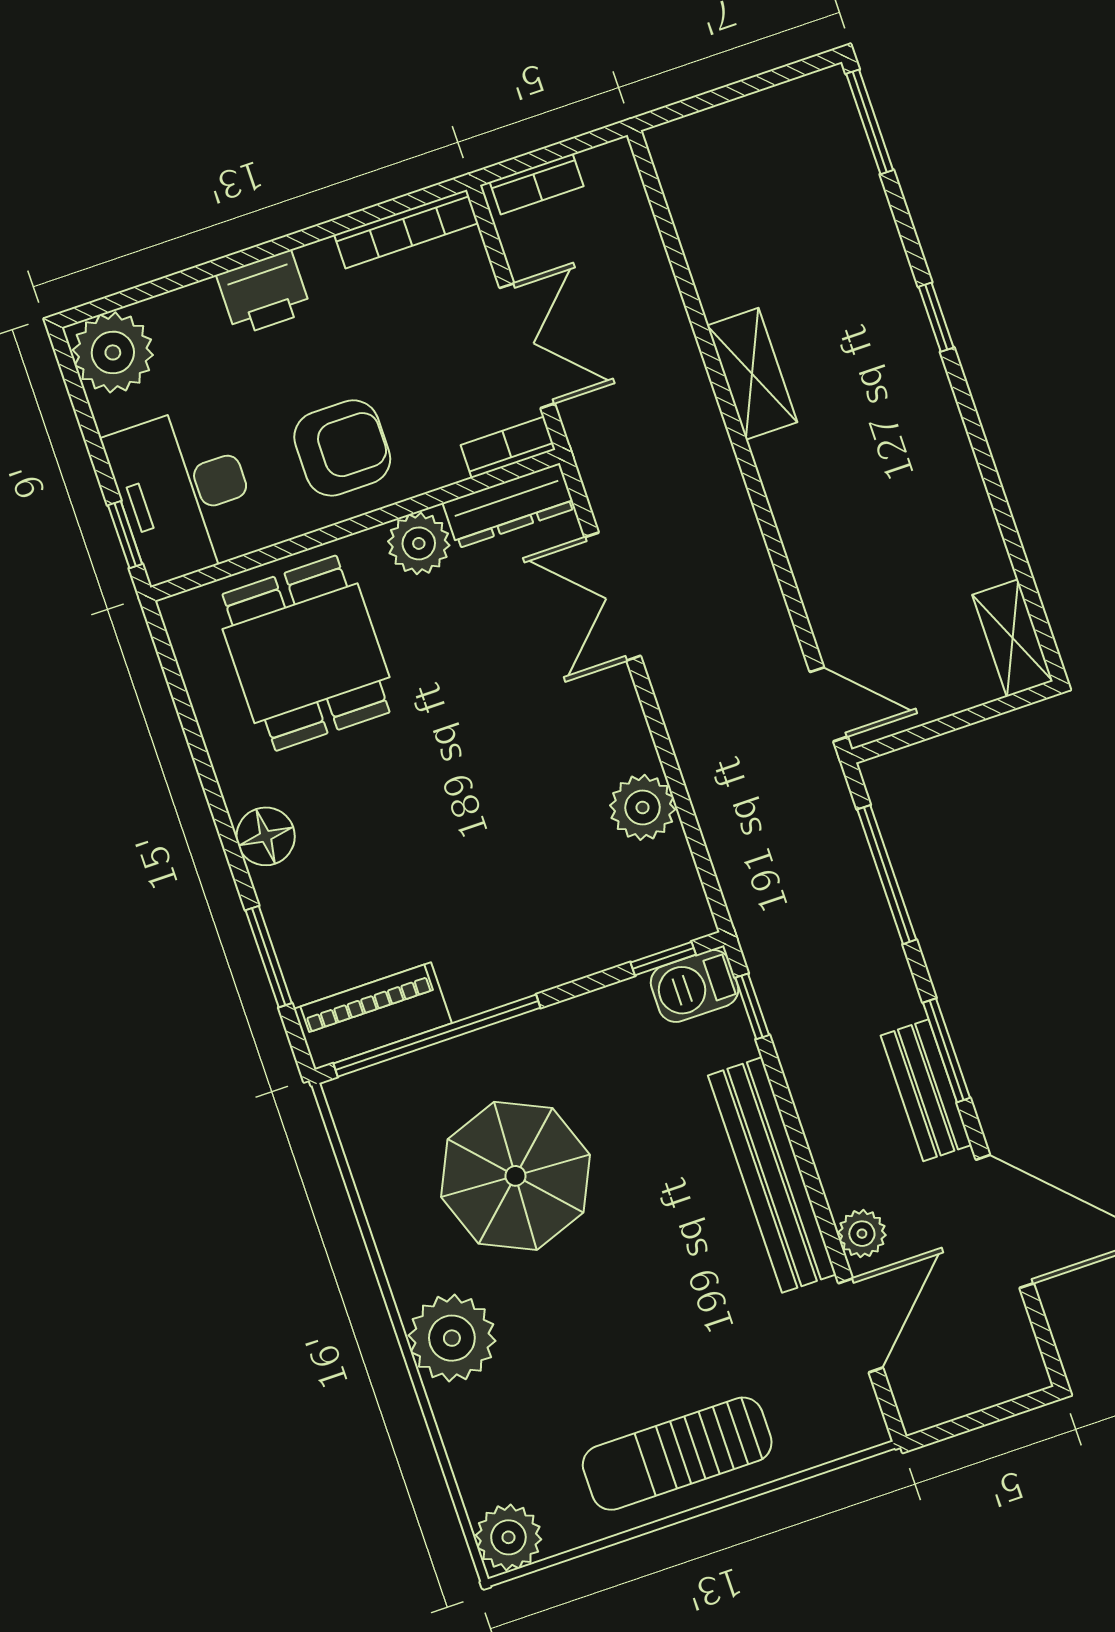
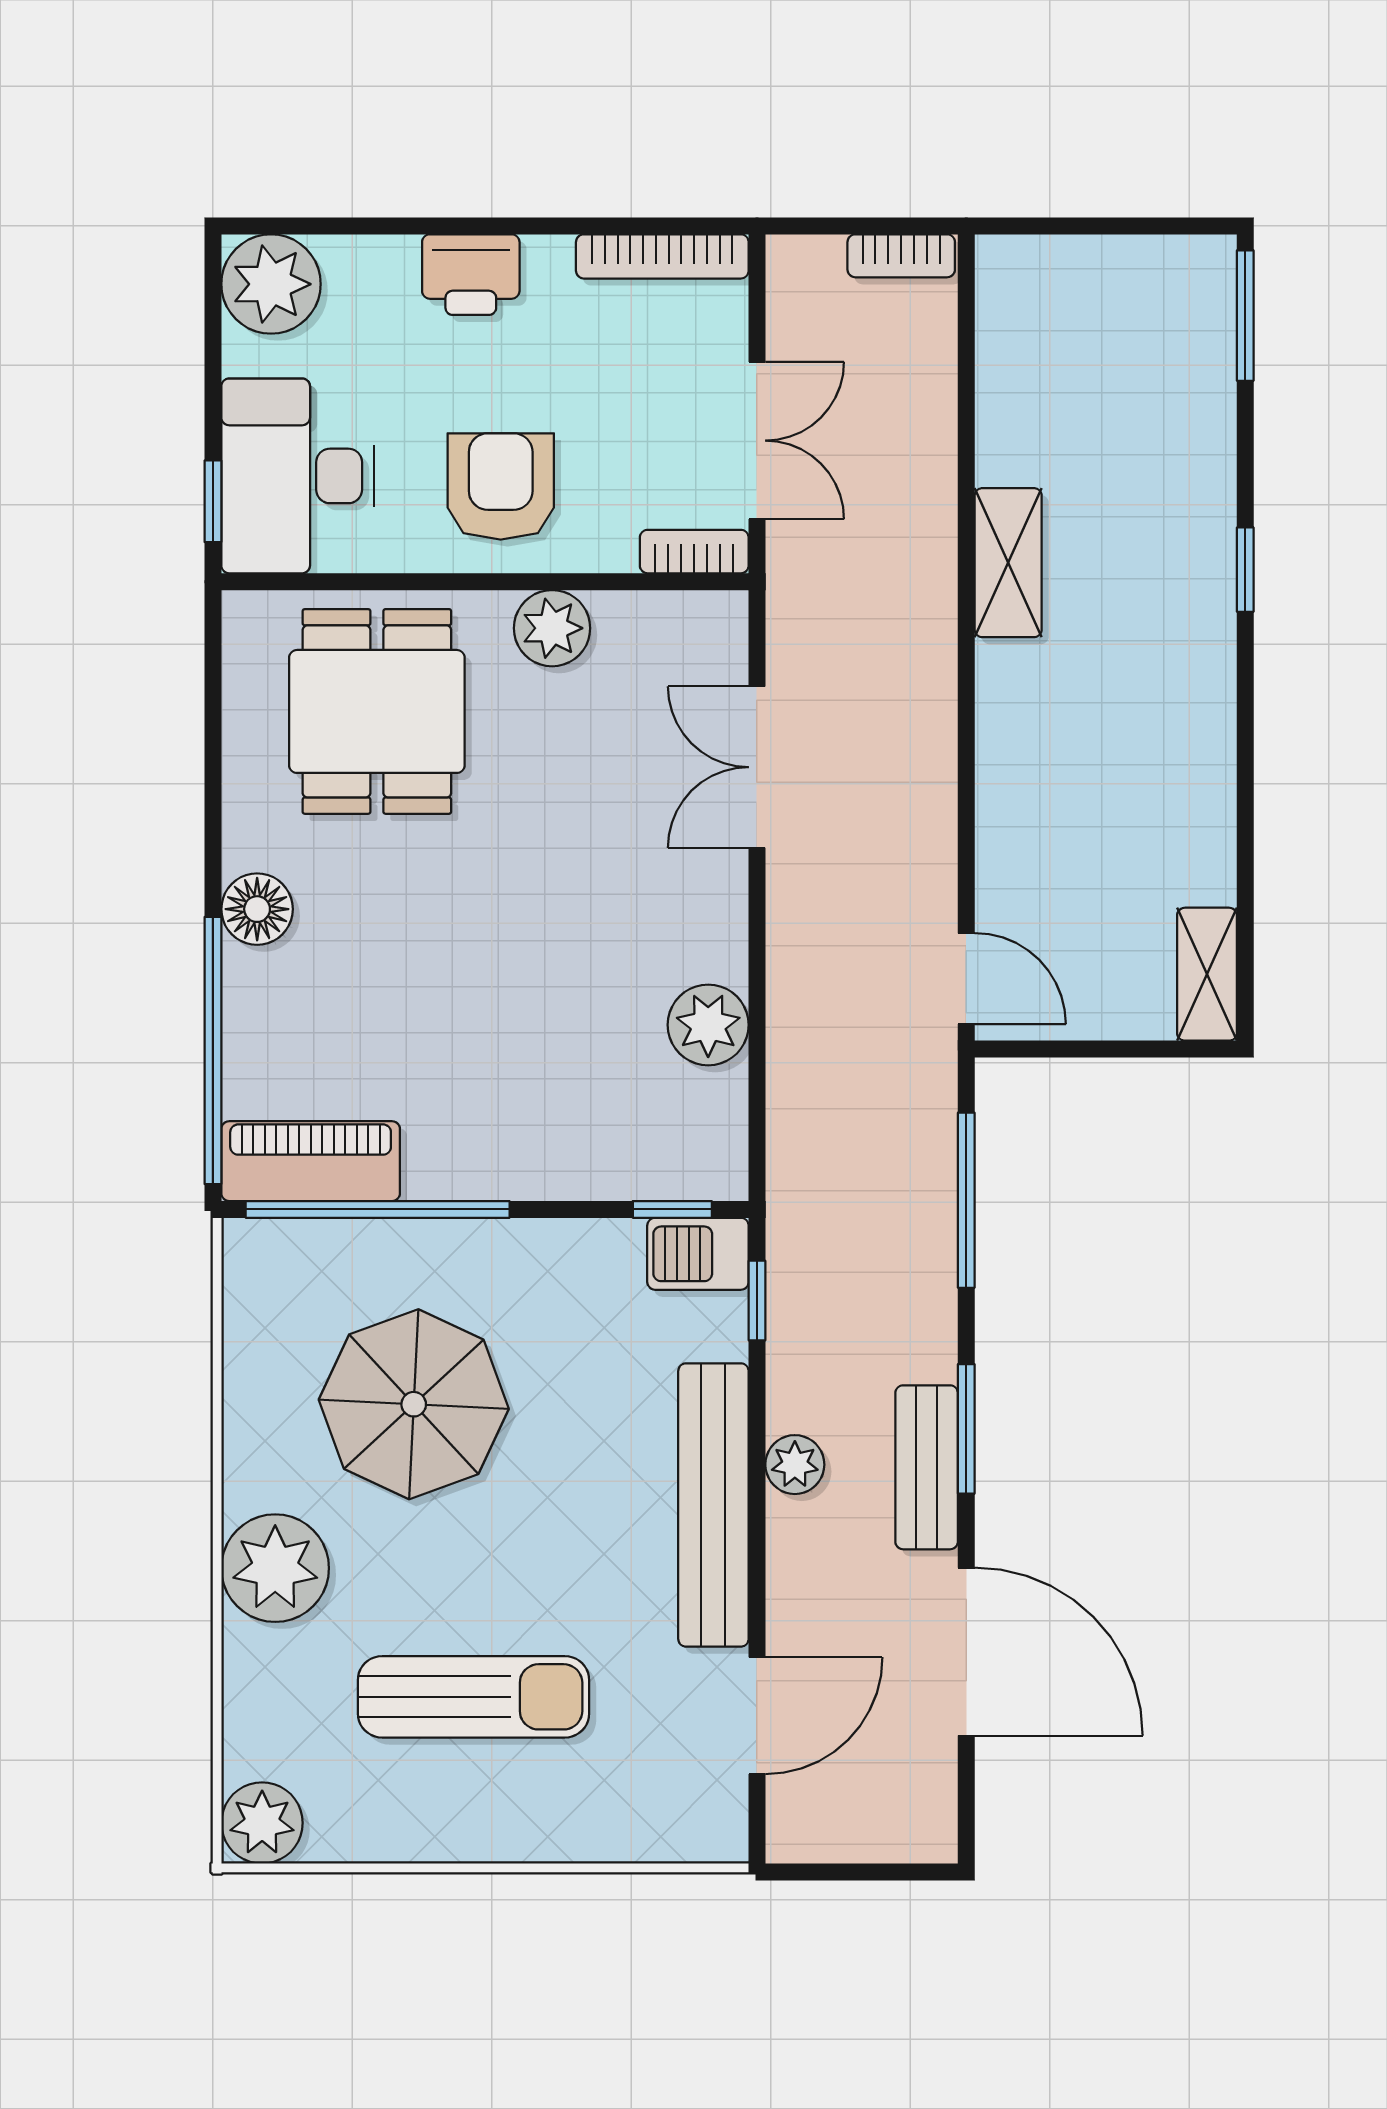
bookcase: (537, 184) -> (901, 256), moved
armchair: (342, 448) -> (501, 486), turned -90
dresser: (509, 506) -> (672, 620), removed
window: (269, 957) -> (213, 1051), width x2.11
plant: (862, 1234) -> (795, 1465), moved
sun lounger: (677, 1454) -> (473, 1697), moved, turned 180

